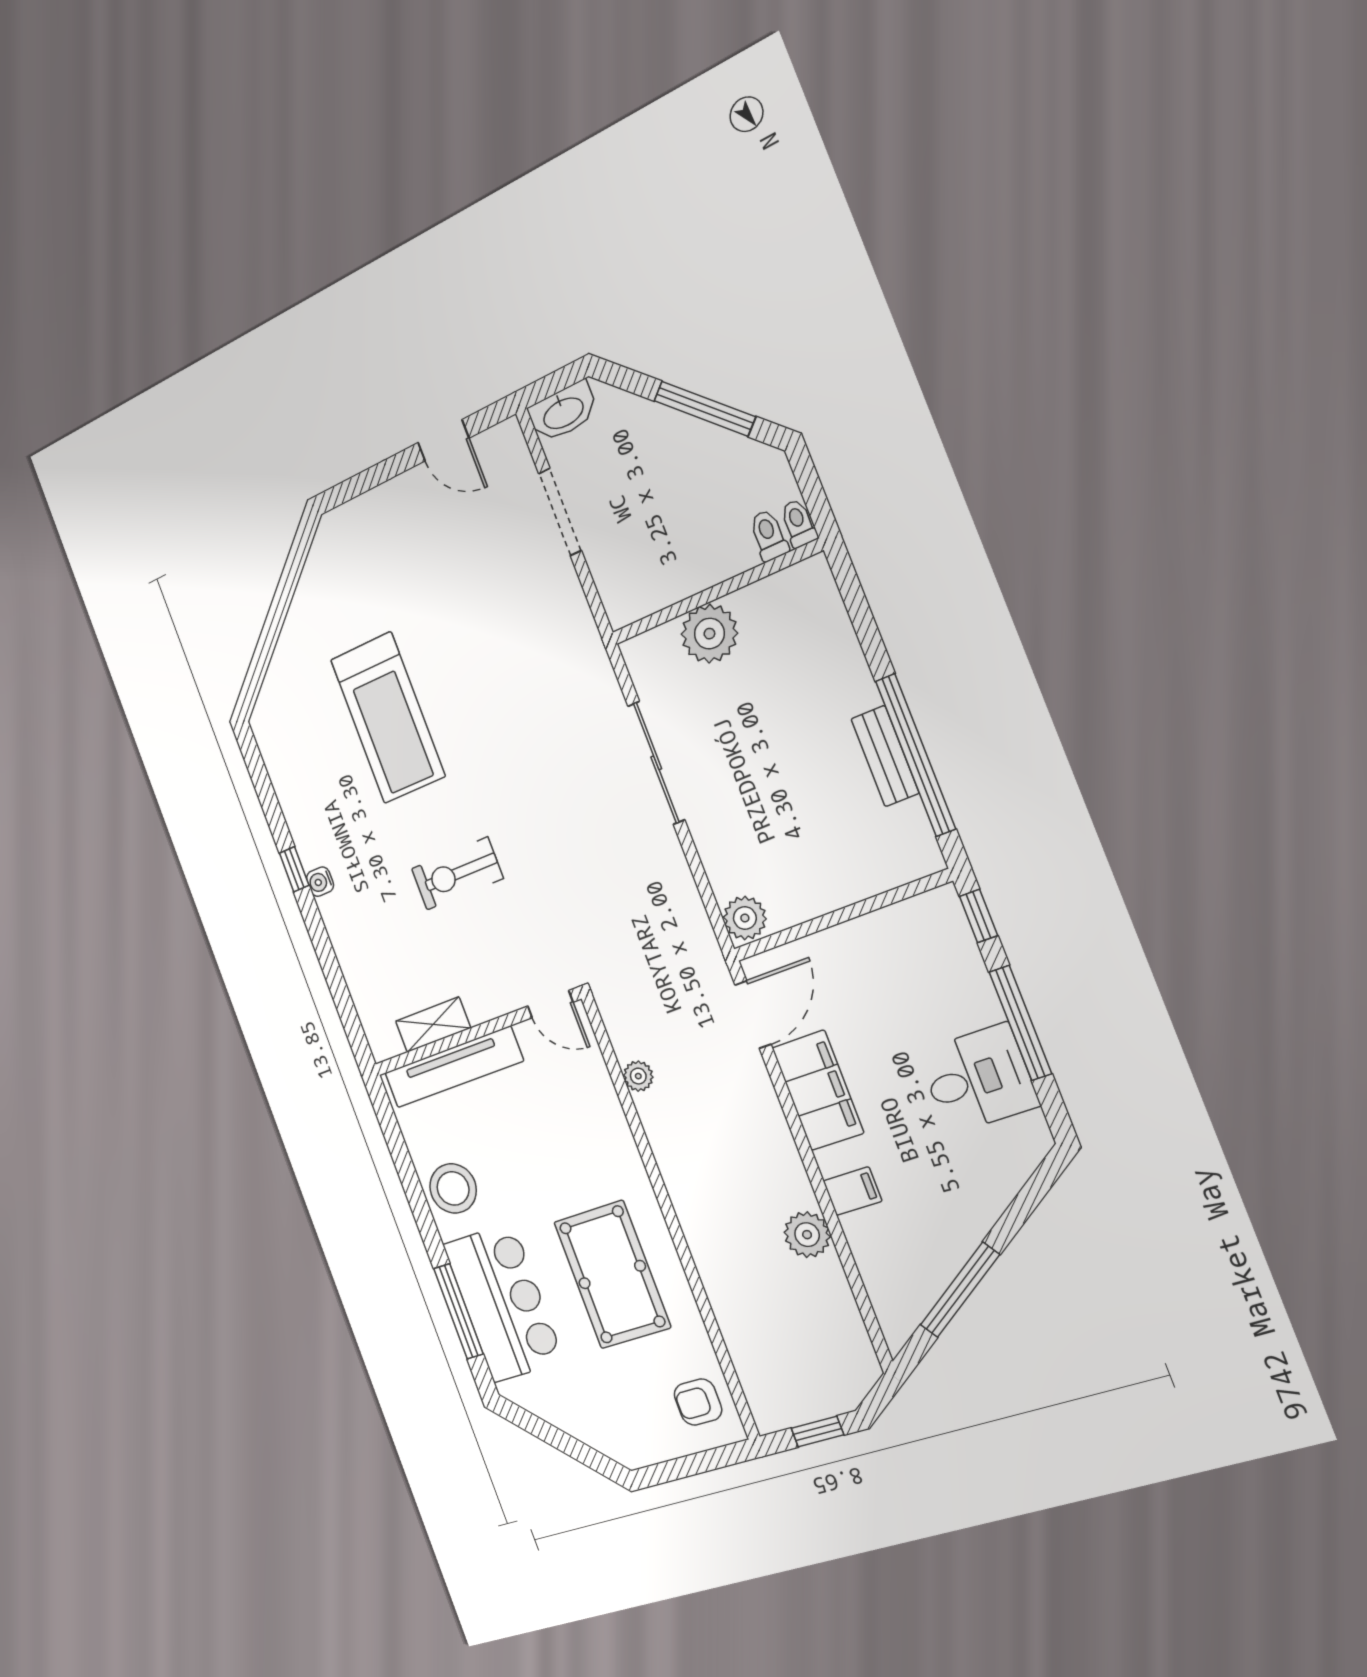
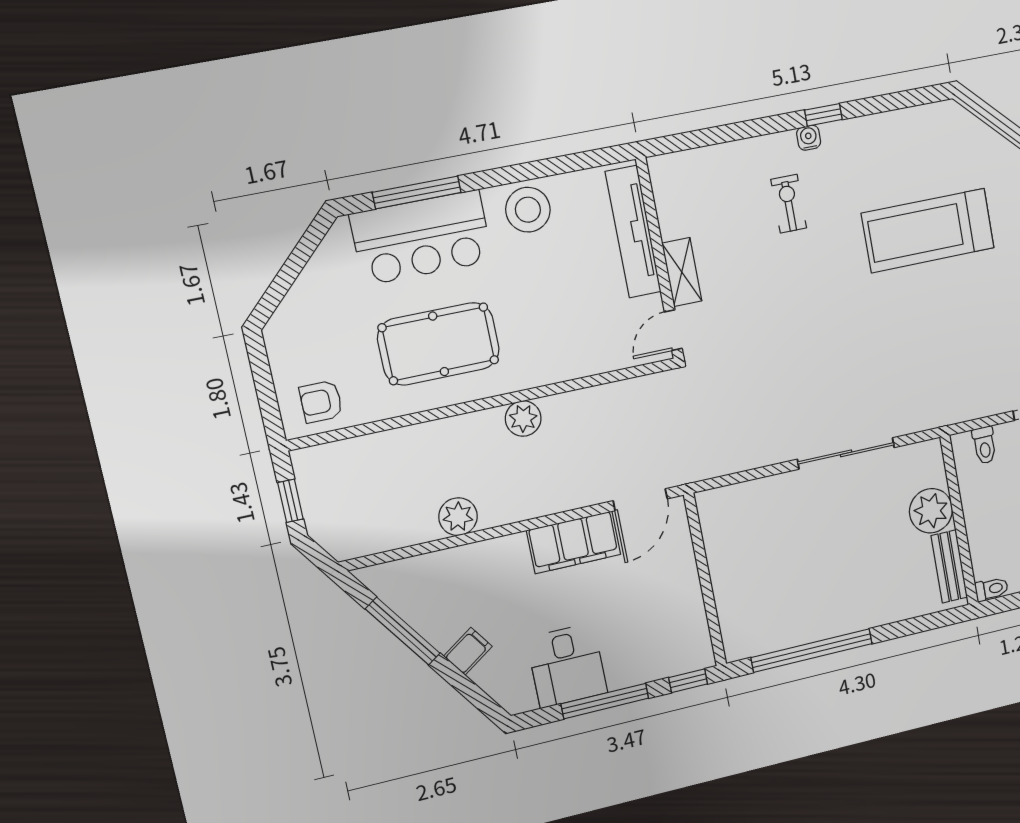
toilet: (769, 535) -> (984, 445), moved, turned 90
bench: (885, 756) -> (949, 566), moved, turned 90
exercise bike: (457, 874) -> (789, 204), moved, width x0.73, depth x0.72
plant: (745, 918) -> (716, 505), removed
door: (753, 1014) -> (640, 500), hinge flipped
shelving: (433, 1025) -> (682, 272), moved
plant: (638, 1076) -> (523, 419), moved, width x1.38, depth x1.38
filing cabinet: (853, 1191) -> (468, 651), moved, turned -125
armchair: (698, 1402) -> (321, 402), turned -90

